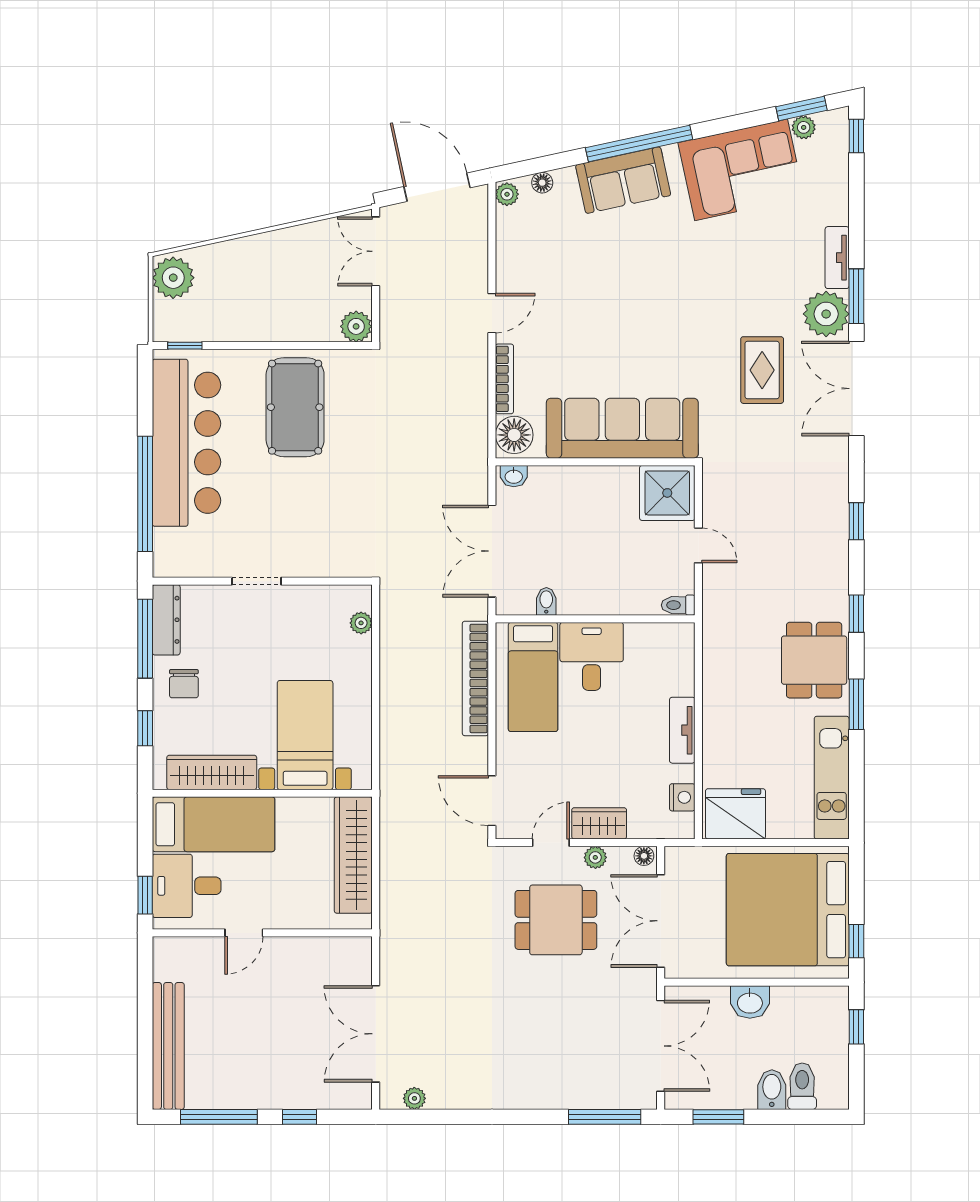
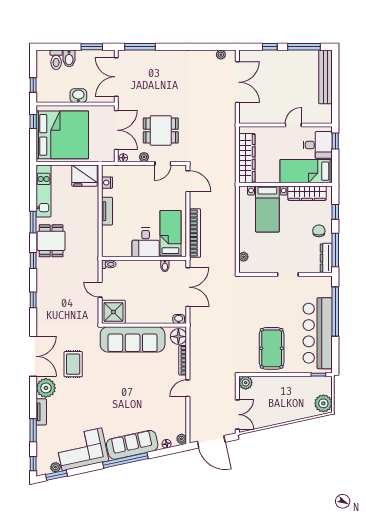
sofa: (623, 180) -> (132, 445), width x1.36
window: (856, 296) -> (33, 430), moved
wardrobe: (599, 823) -> (142, 172), removed

